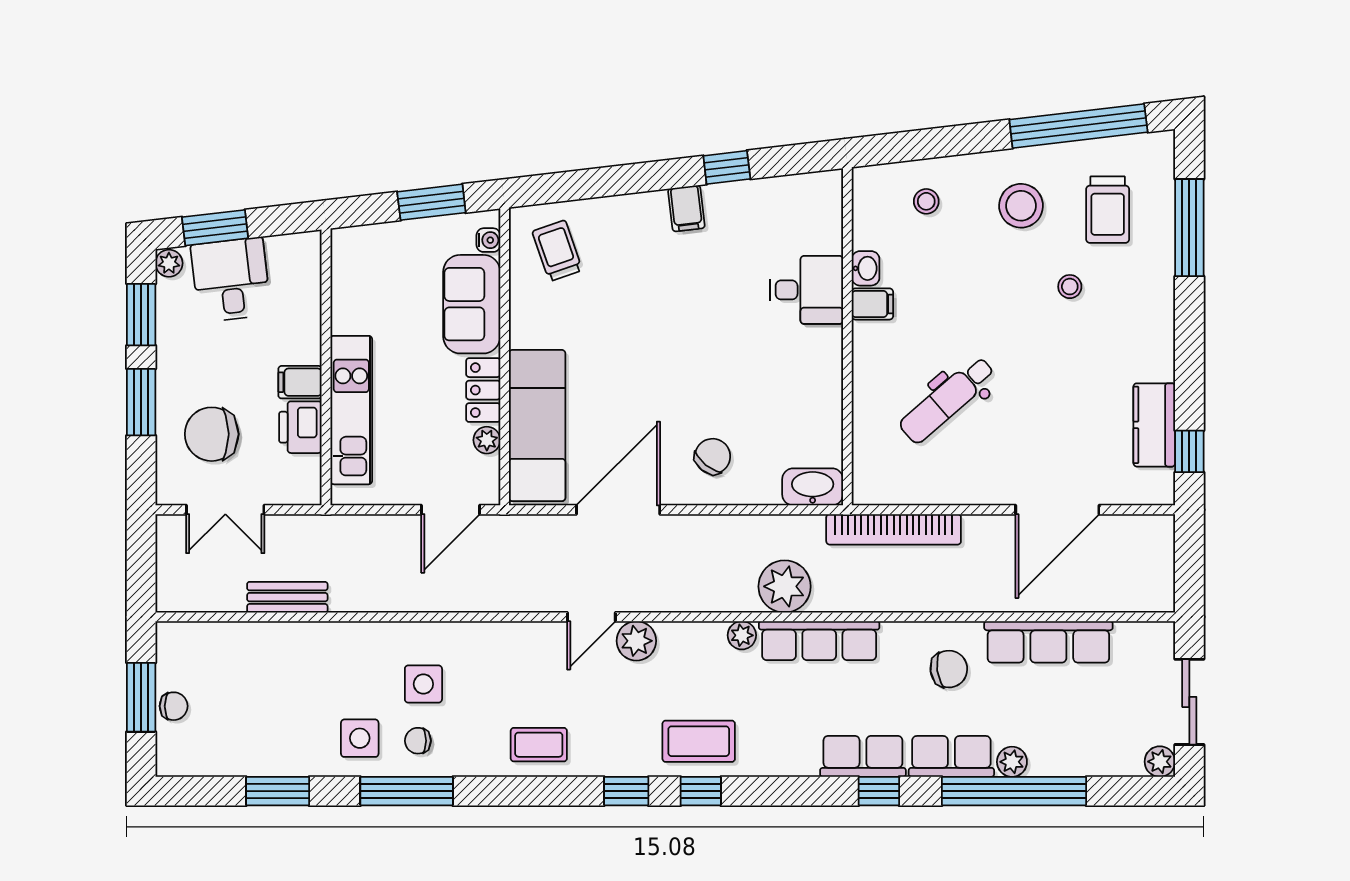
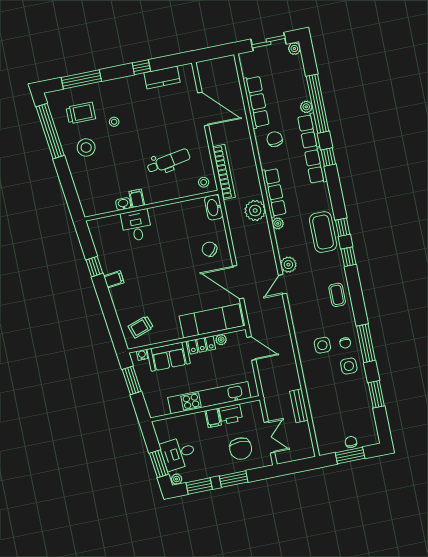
stool: (926, 201) -> (204, 182), moved
dental chair: (947, 400) -> (169, 161), turned -59
kitchen unit: (351, 410) -> (209, 398), width x1.36
window: (1189, 451) -> (141, 67), moved
door: (591, 617) -> (283, 284), swing flipped
coffee table: (699, 741) -> (323, 232), width x1.36, depth x1.32

